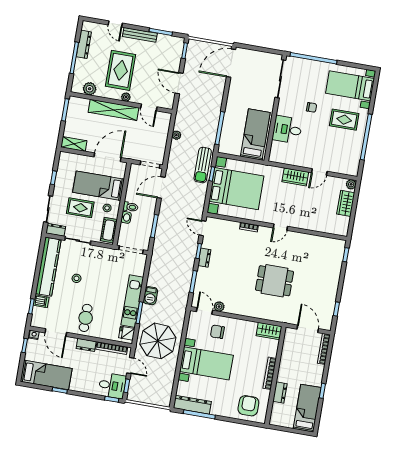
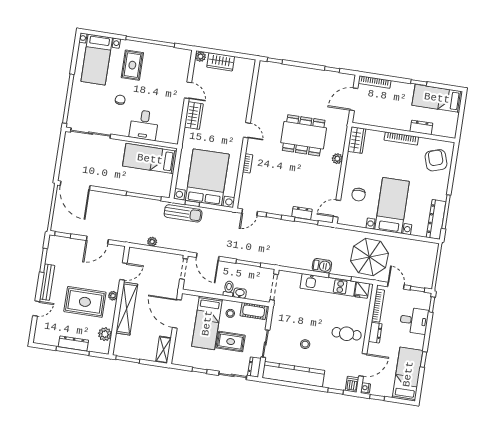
dresser: (84, 44) -> (73, 343), moved
rug: (80, 208) -> (231, 342), turned 90
dresser: (204, 258) -> (302, 213), moved
dining table: (275, 281) -> (304, 135), width x1.37
dishwasher: (41, 301) -> (352, 384), moved
plant: (219, 307) -> (337, 159), moved
door: (130, 365) -> (396, 286), hinge flipped
desk: (112, 386) -> (414, 321), moved, turned 90
armchair: (248, 406) -> (436, 160), turned 72

